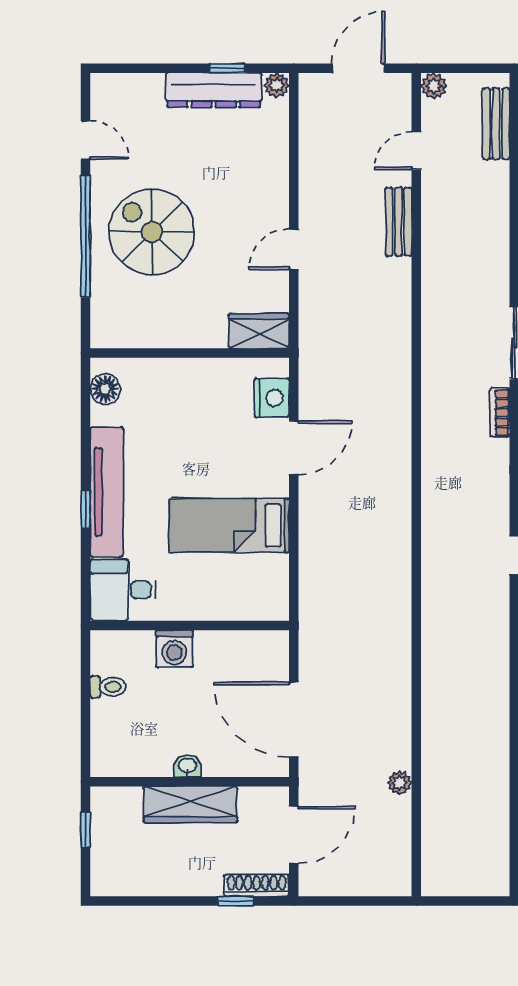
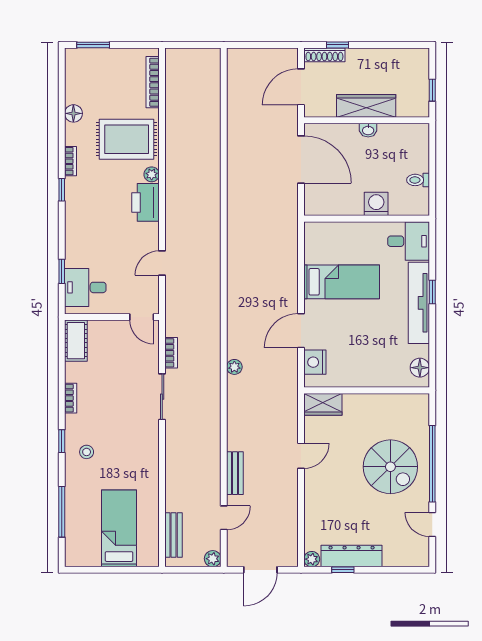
plant: (399, 783) -> (234, 367), moved

